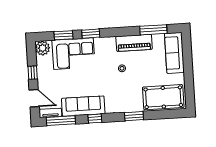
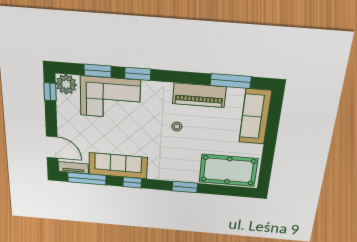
window: (33, 73) -> (50, 92), moved

